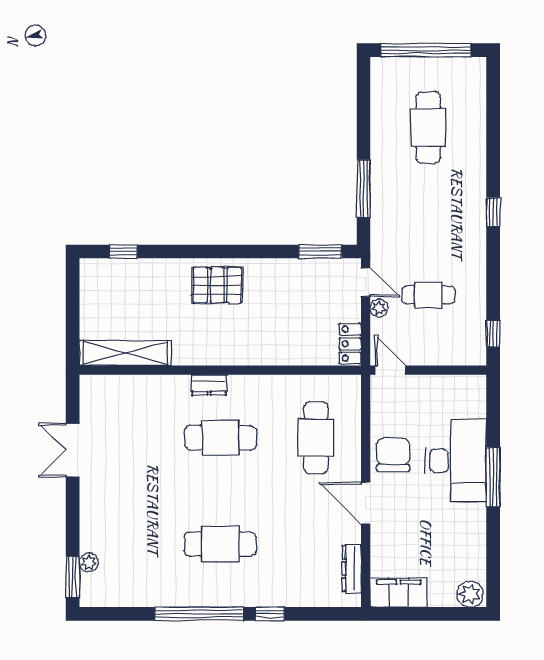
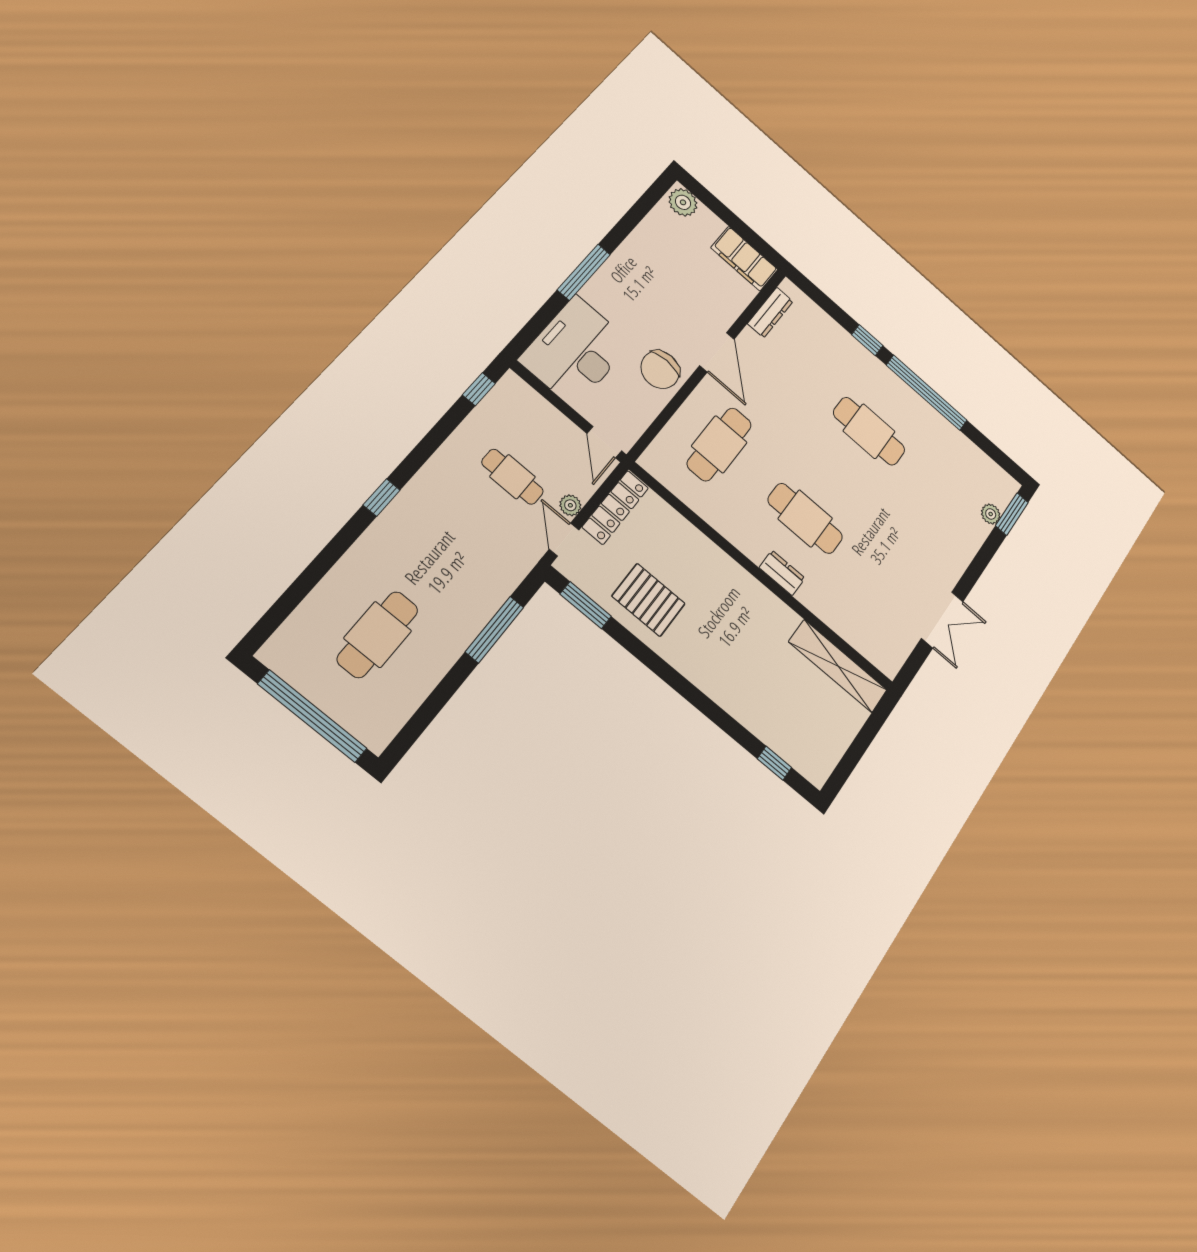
pallet: (217, 285) -> (649, 600), moved
locker: (350, 344) -> (615, 507), width x1.53
desk: (456, 461) -> (575, 351), moved

